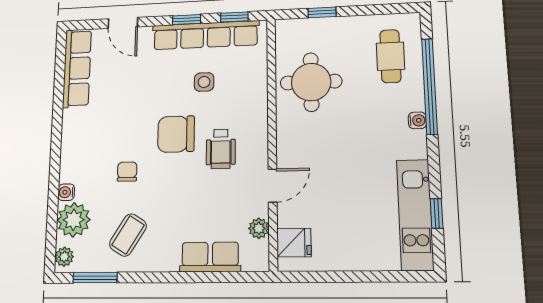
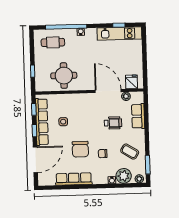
door: (123, 23) -> (35, 160), width x1.87
row of seats: (77, 68) -> (74, 179), moved
chair: (176, 134) -> (80, 149), moved
wheelchair: (221, 149) -> (113, 123), moved
door: (273, 186) -> (108, 91), width x1.87

